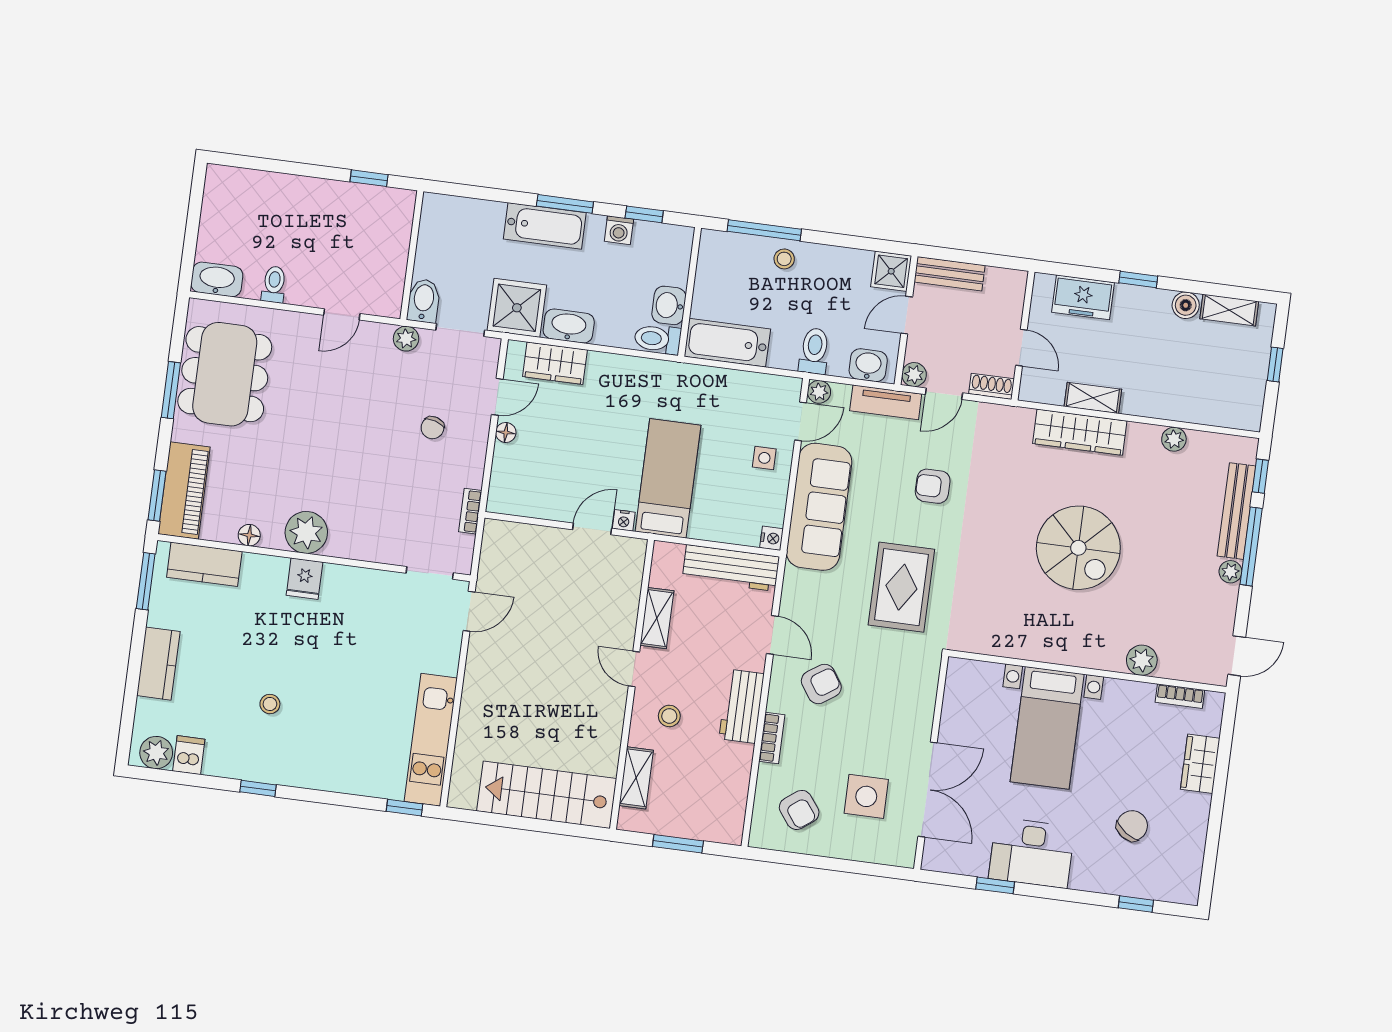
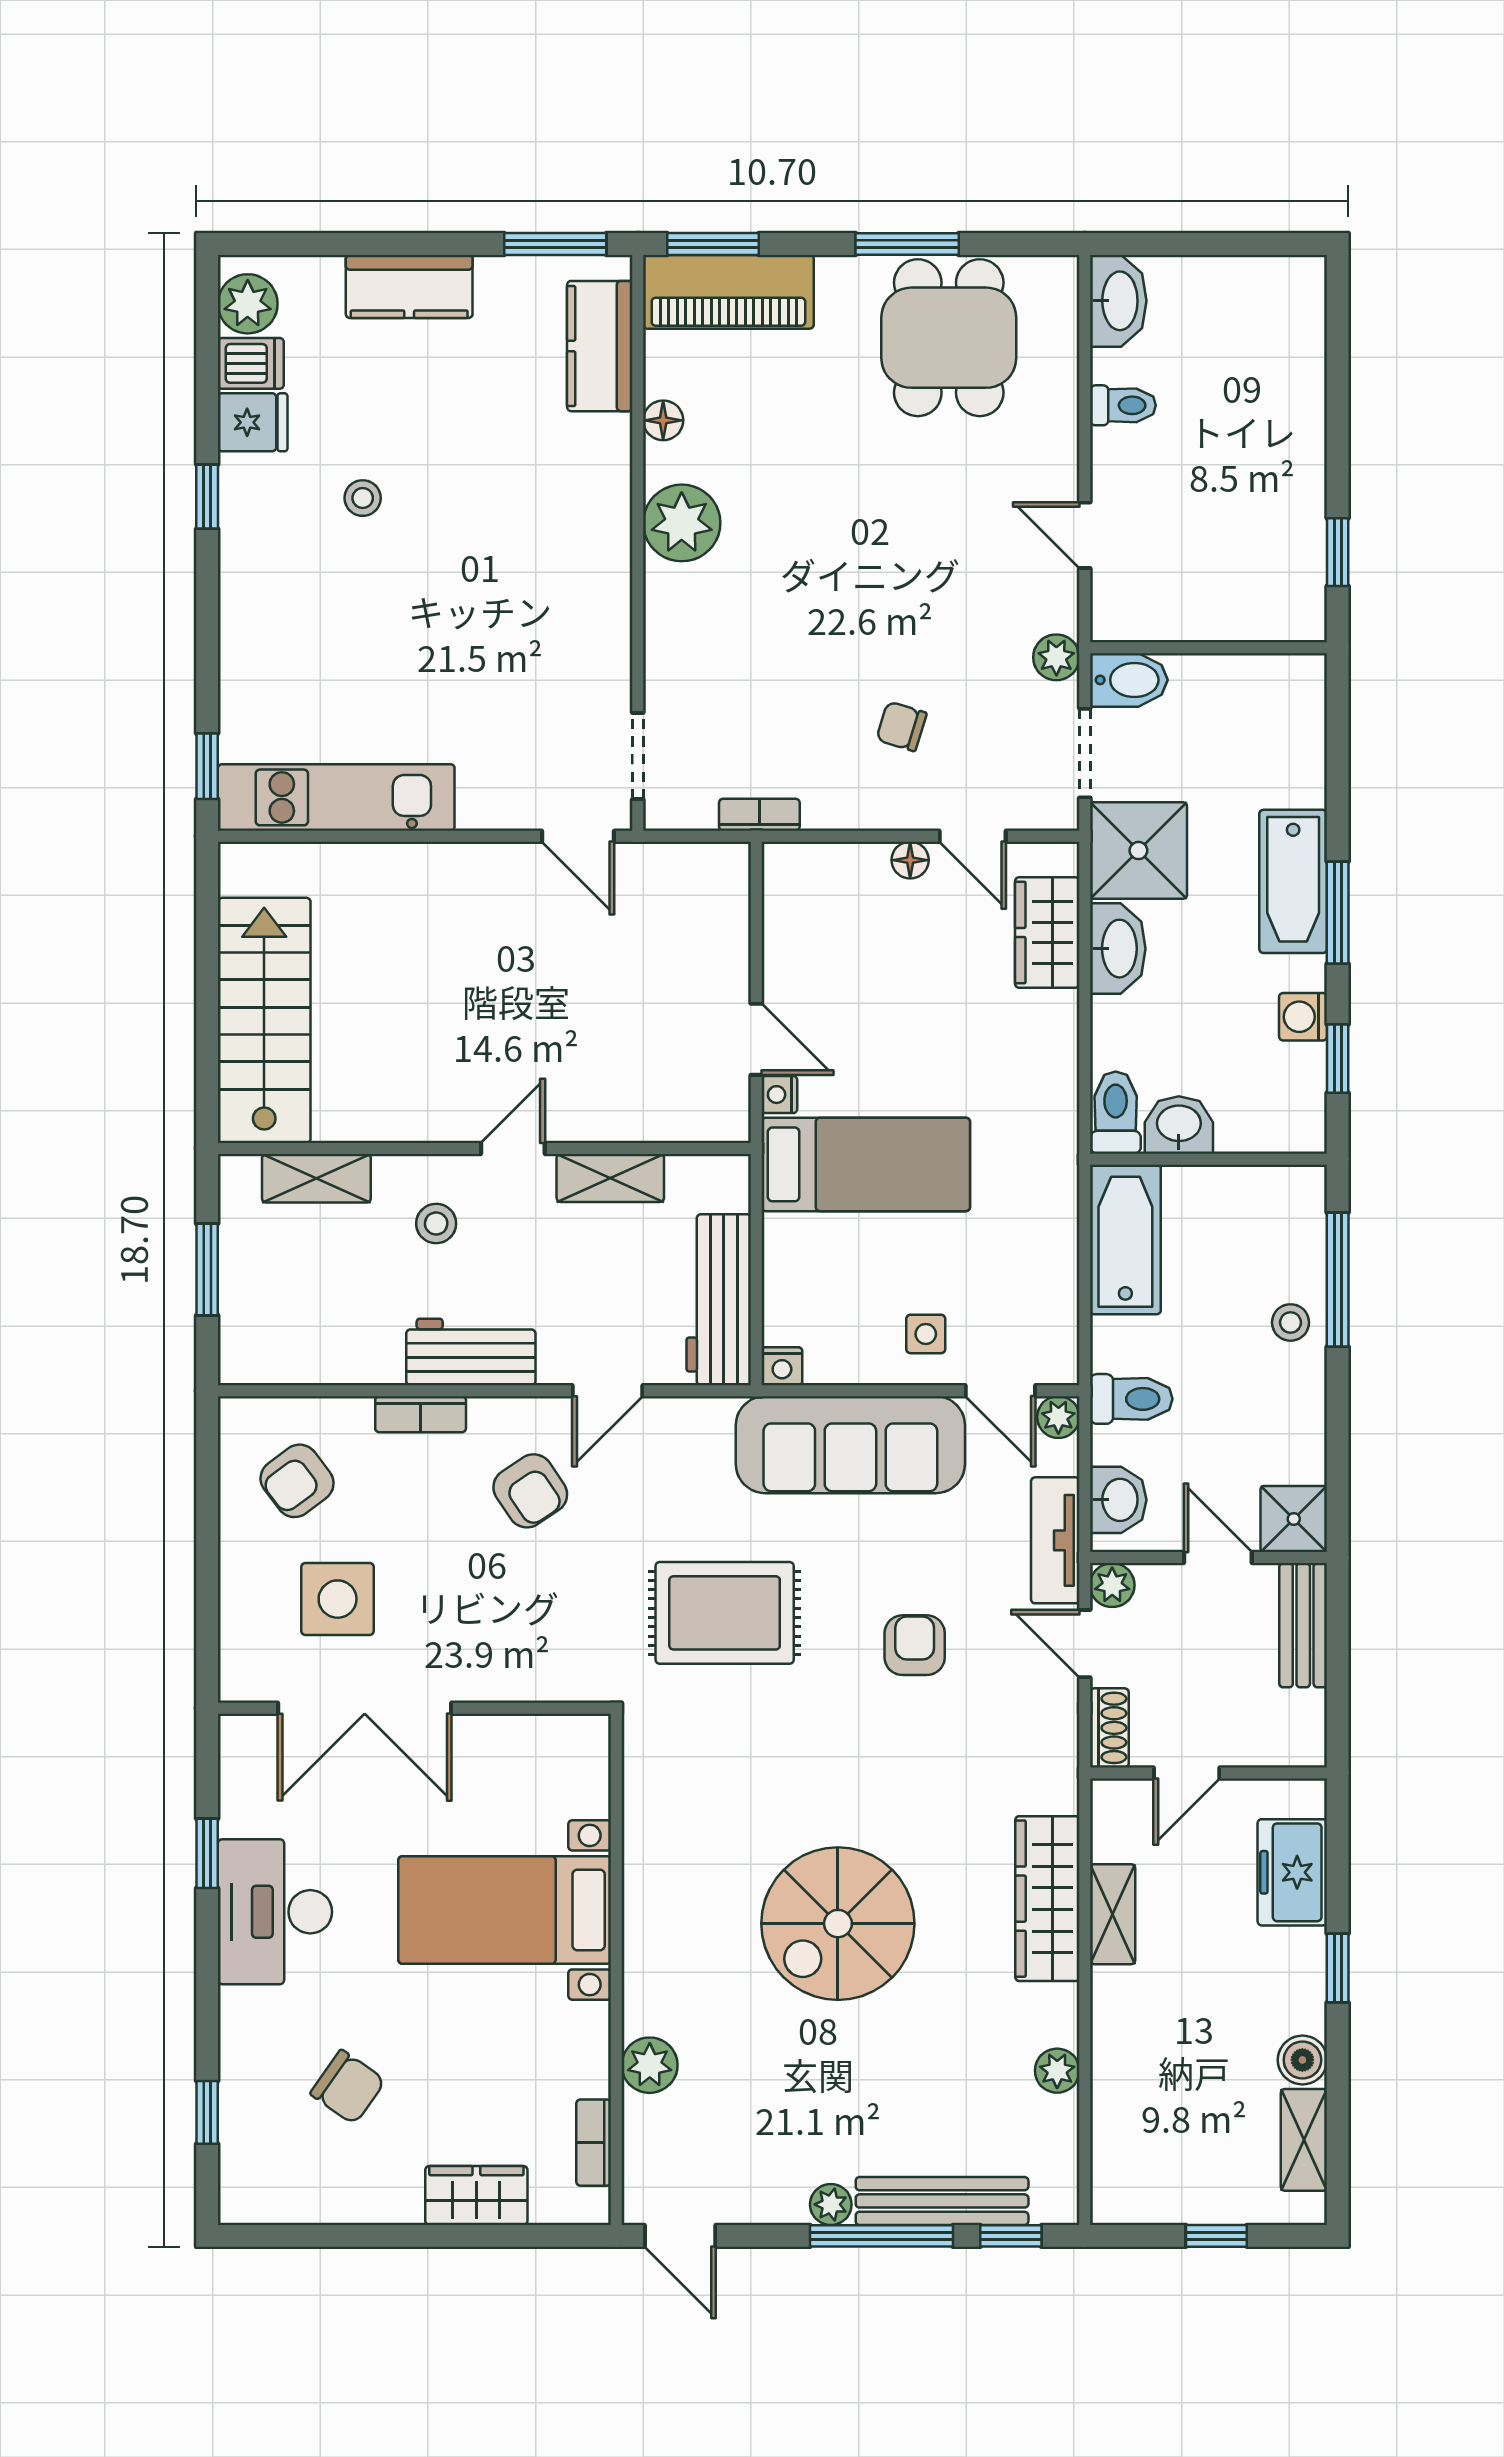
dining table: (225, 374) -> (949, 338), width x0.73
fridge: (305, 579) -> (253, 422), moved, turned 180

